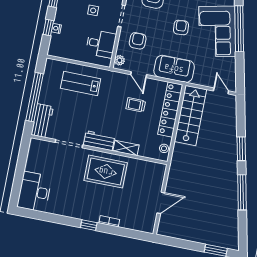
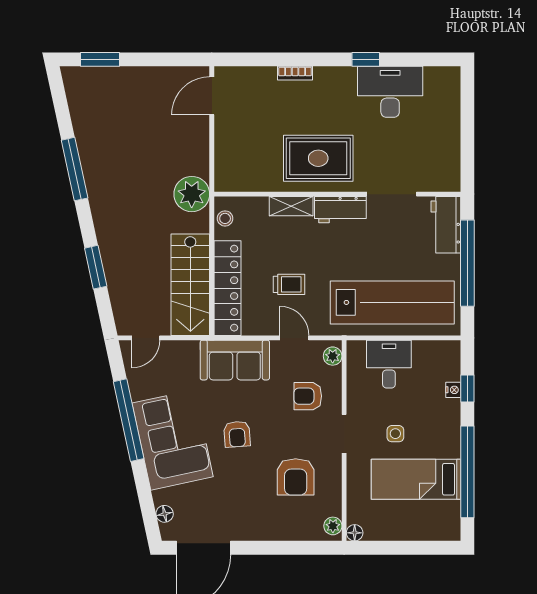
window: (239, 29) -> (129, 420), moved
armchair: (138, 41) -> (308, 396), turned 90
desk: (101, 44) -> (389, 364), moved, turned 90
lab bench: (81, 84) -> (392, 302), width x1.86, depth x1.39
door: (221, 91) -> (146, 338), hinge flipped
window: (241, 149) -> (96, 267), moved
plant: (180, 166) -> (192, 194), added
desk: (35, 192) -> (390, 92), moved, turned -90
door: (161, 203) -> (212, 96), moved
window: (89, 225) -> (366, 59), moved

